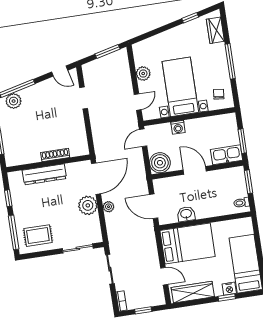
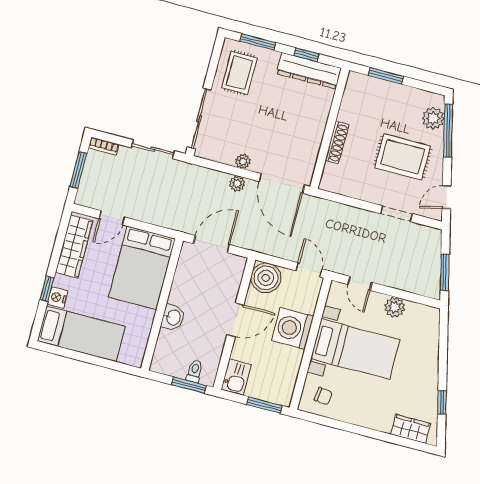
window: (230, 61) -> (360, 430), removed
rug: (46, 110) -> (403, 157), added
washing machine: (178, 127) -> (293, 328), width x1.89, depth x1.89
window: (242, 141) -> (264, 405), moved
kitchen sink: (227, 155) -> (236, 377), width x0.73
dresser: (44, 174) -> (309, 71), moved, turned -90
toilet: (242, 203) -> (194, 371), moved
plant: (88, 205) -> (243, 161), width x0.53, depth x0.53
washbasin: (186, 214) -> (173, 317), moved
window: (14, 232) -> (258, 42), width x0.69
sliding door: (78, 248) -> (199, 119), width x1.37
window: (143, 310) -> (78, 170), width x1.50

